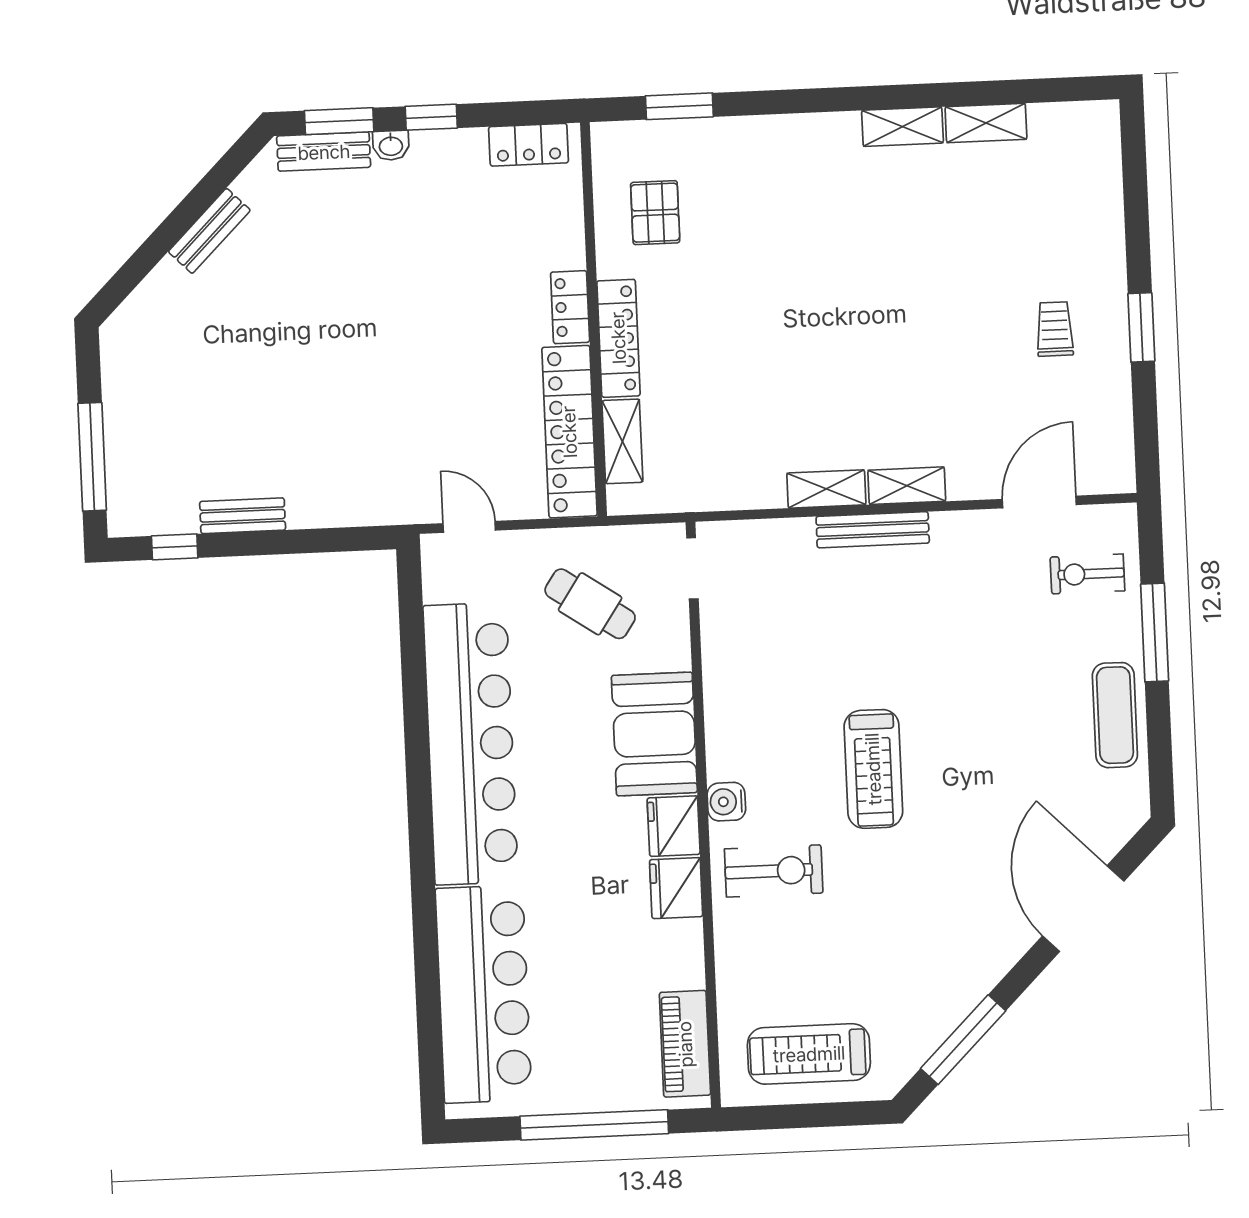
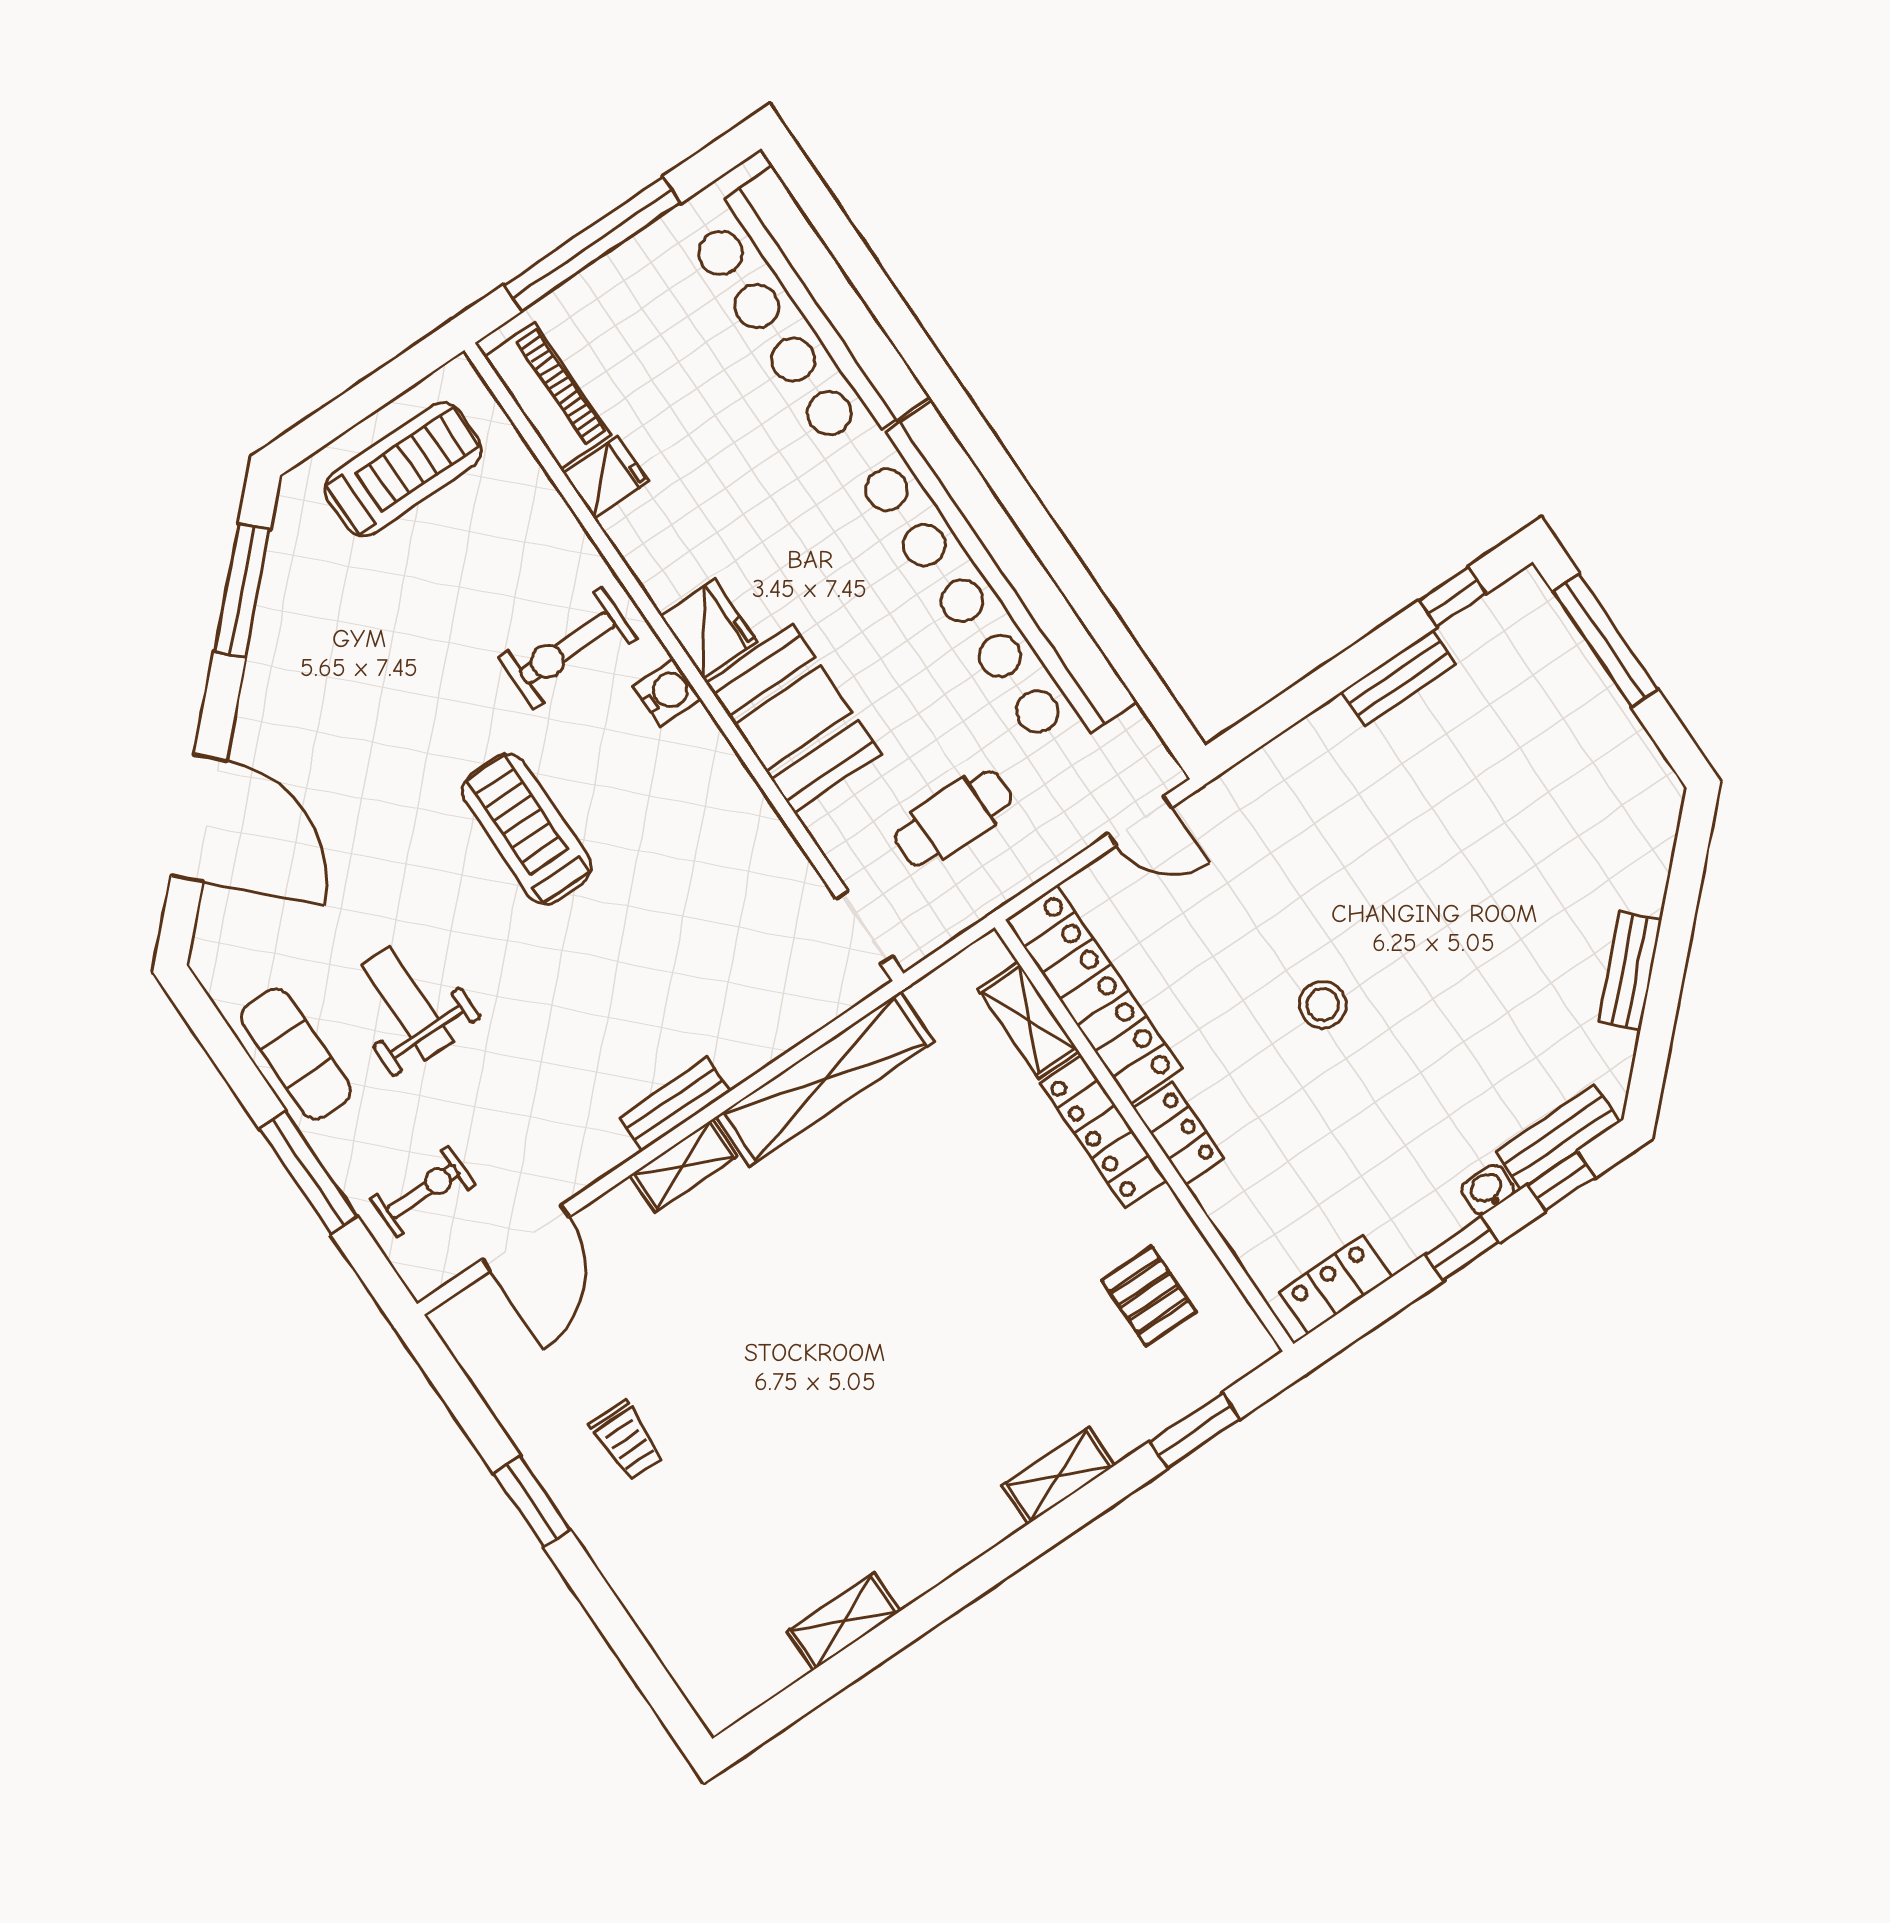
window: (339, 121) -> (1561, 1181), width x0.67
shelving: (902, 127) -> (1059, 1476), moved
stool: (424, 333) -> (1323, 1005), added
shelving: (826, 489) -> (825, 1079), width x2.20, depth x1.33
bench: (873, 530) -> (675, 1104), width x0.73
cafe table: (590, 604) -> (953, 818), turned -34
weight bench: (1022, 703) -> (407, 1003), added
fridge: (676, 888) -> (606, 477), moved, width x0.72

